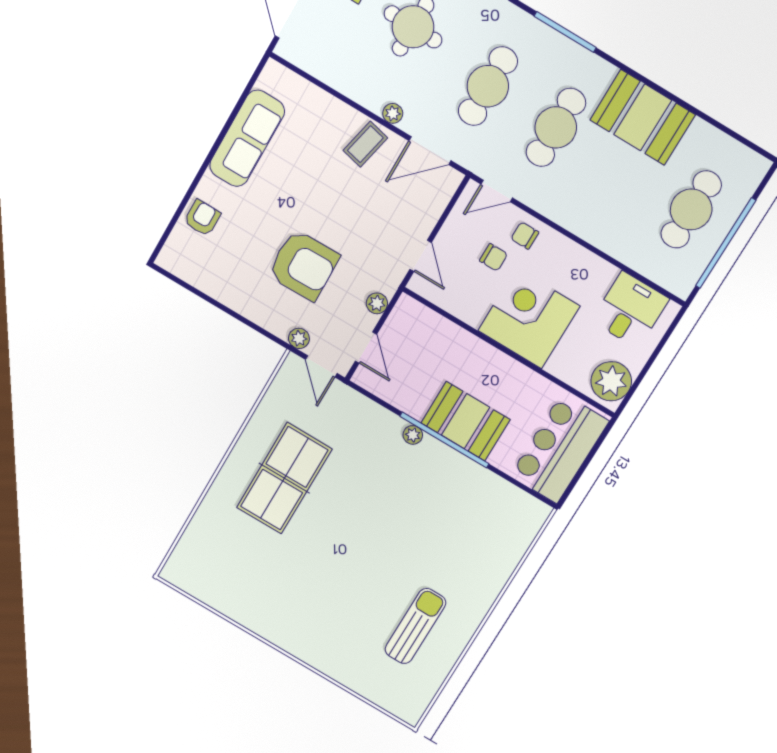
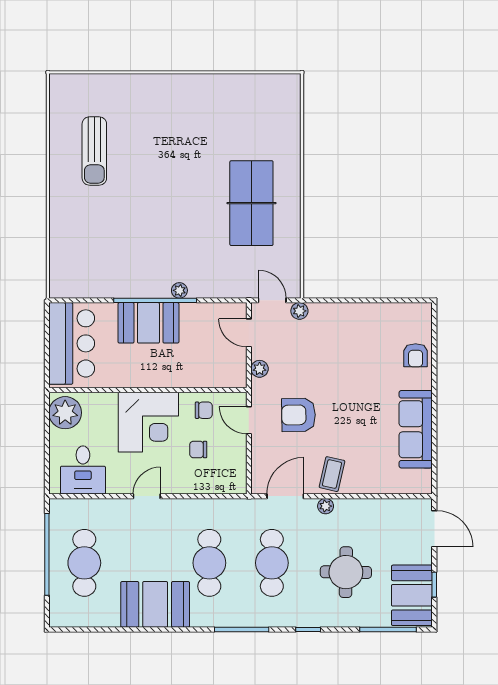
door: (497, 191) -> (147, 496), moved
chair: (525, 236) -> (204, 410), moved
armchair: (304, 265) -> (298, 415), moved, width x0.73, depth x0.73

